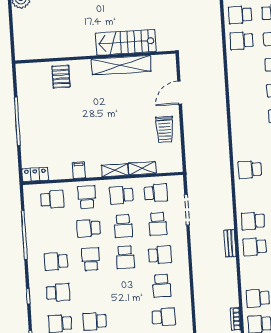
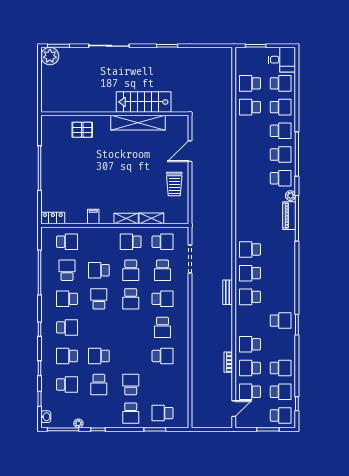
pallet: (61, 77) -> (82, 130), turned 90
school desk: (250, 169) -> (250, 249), moved
school desk: (87, 197) -> (67, 270), moved

